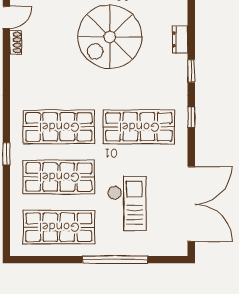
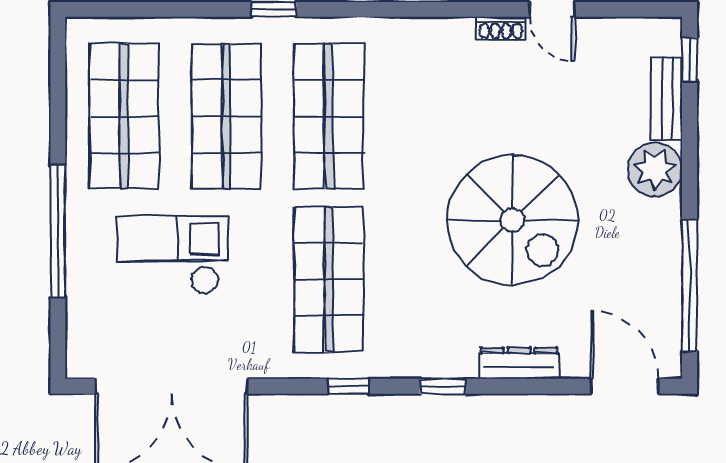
spiral stairs: (110, 37) -> (512, 220), turned 180
dresser: (180, 39) -> (519, 363), width x1.44
checkout: (127, 204) -> (172, 255), turned 180

